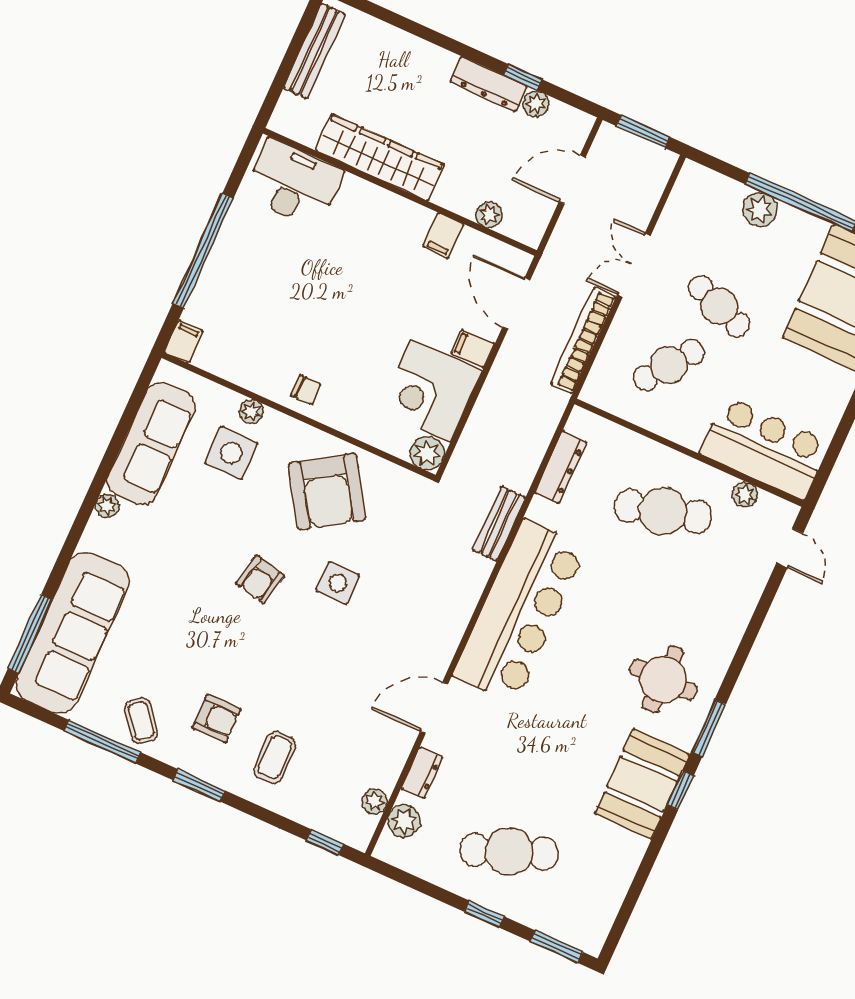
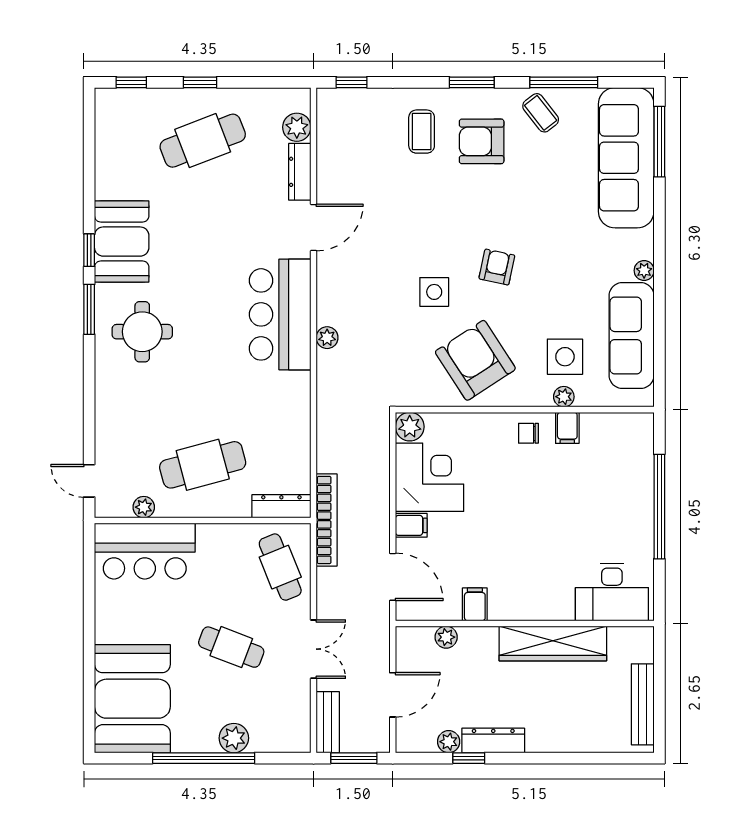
bookcase: (583, 340) -> (327, 520), moved
filing cabinet: (184, 341) -> (567, 428), moved
cafe table: (669, 365) -> (280, 567), moved, turned -58
dresser: (560, 467) -> (281, 506), moved, turned 90
bench: (499, 524) -> (328, 722), moved
bar counter: (520, 611) -> (280, 314), width x0.73
armchair: (217, 719) -> (482, 141), width x1.38, depth x1.38
dresser: (422, 773) -> (300, 172), width x1.44
plant: (375, 801) -> (327, 338), moved
window: (556, 947) -> (131, 82), width x0.67

